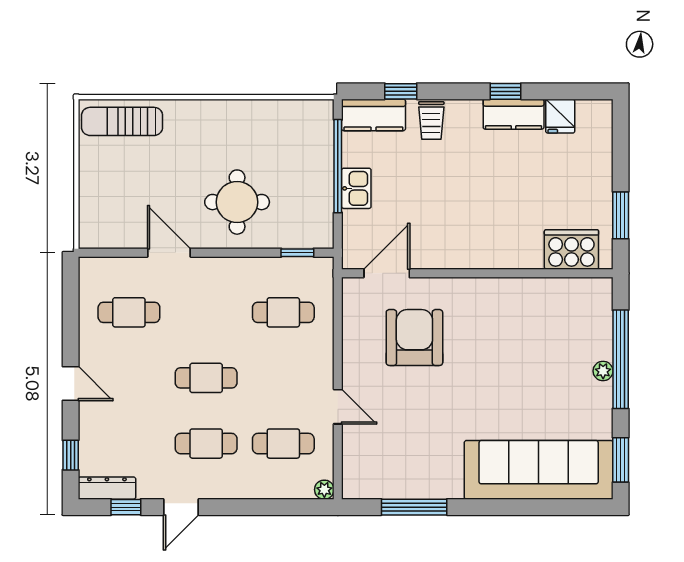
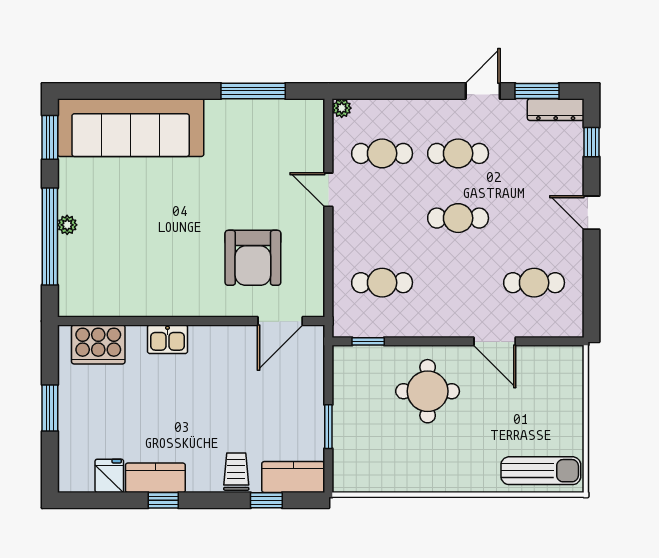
window: (338, 166) -> (328, 427), width x0.47
kitchen sink: (356, 188) -> (168, 339), moved, turned -90
window: (621, 215) -> (50, 408), moved
window: (126, 507) -> (537, 91), width x1.50

